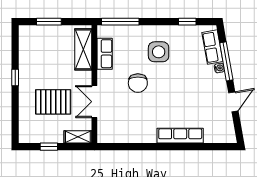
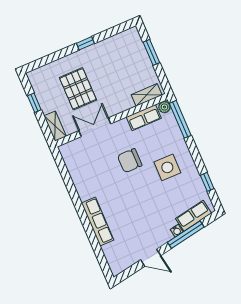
plant: (103, 31) -> (164, 107), added
shelving: (83, 49) -> (147, 95), width x0.67, depth x0.75

